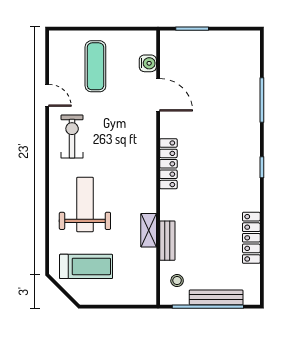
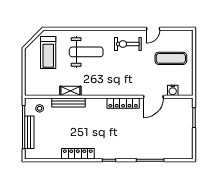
exercise bike: (72, 136) -> (128, 44), turned 180
locker: (168, 164) -> (123, 103), moved
locker: (251, 238) -> (78, 154), moved
bench: (167, 241) -> (68, 102), width x1.36

